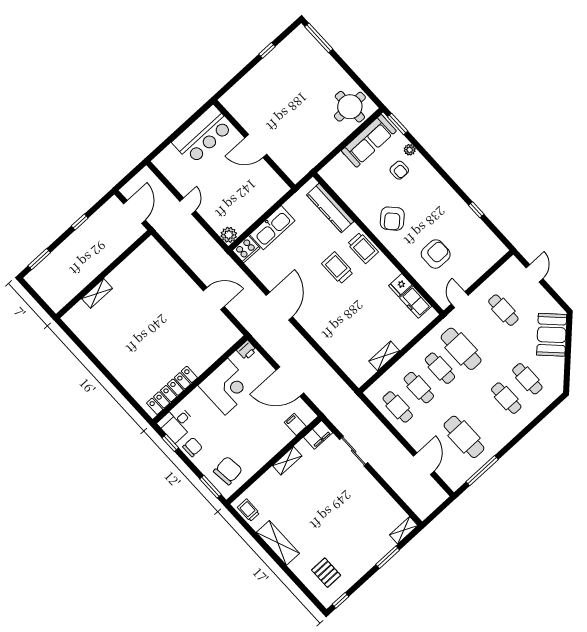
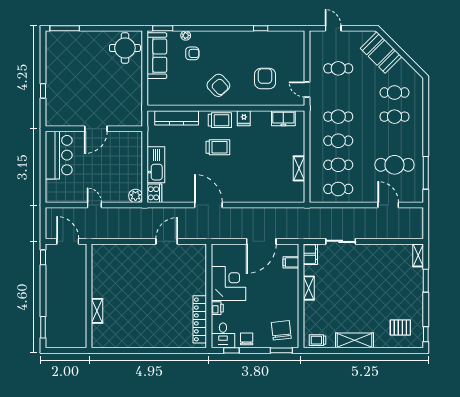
window: (267, 50) -> (43, 91), moved
window: (80, 222) -> (43, 257), moved
trolley: (338, 268) -> (218, 147), turned 180
fridge: (400, 285) -> (244, 118), moved
cafe table: (461, 349) -> (338, 117), width x0.73, depth x0.74
printer: (247, 350) -> (217, 308), moved

